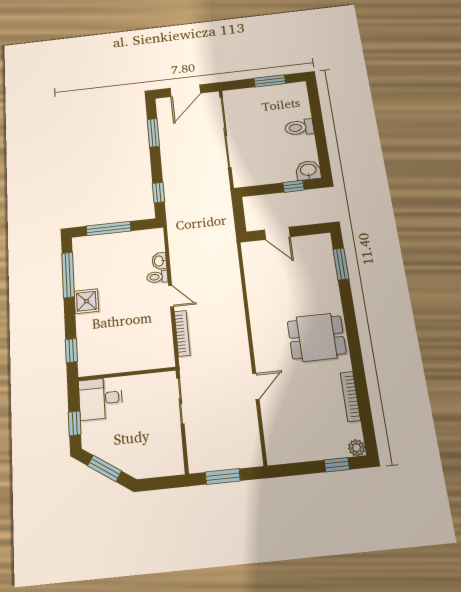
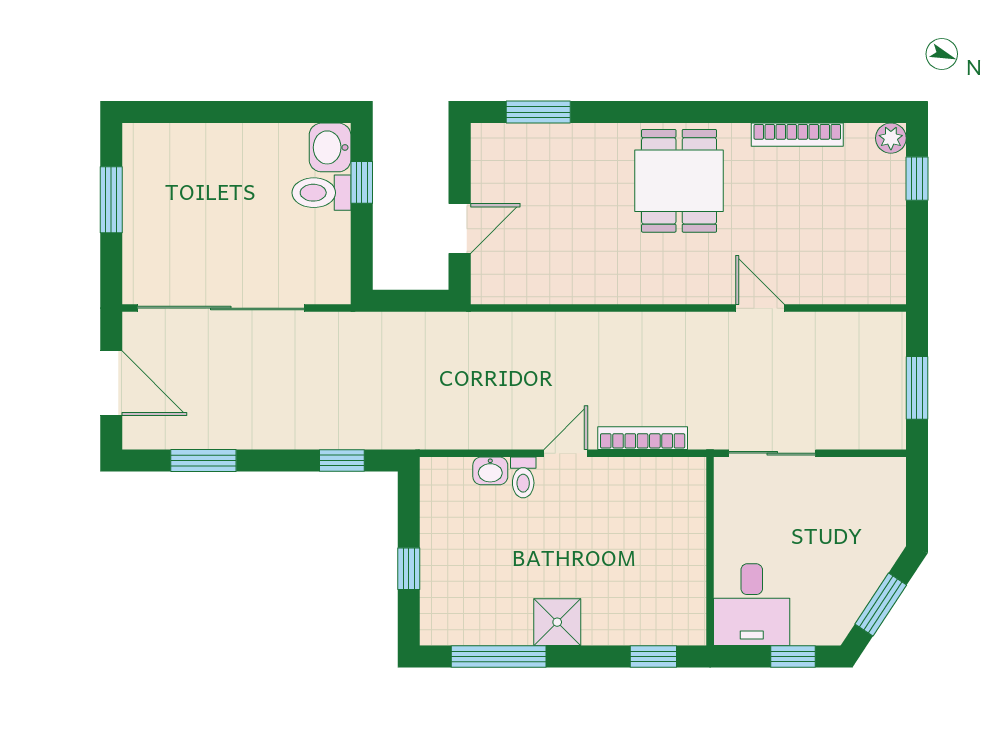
toilet: (299, 127) -> (321, 193), moved, turned 90
window: (109, 228) -> (409, 569), width x0.46

